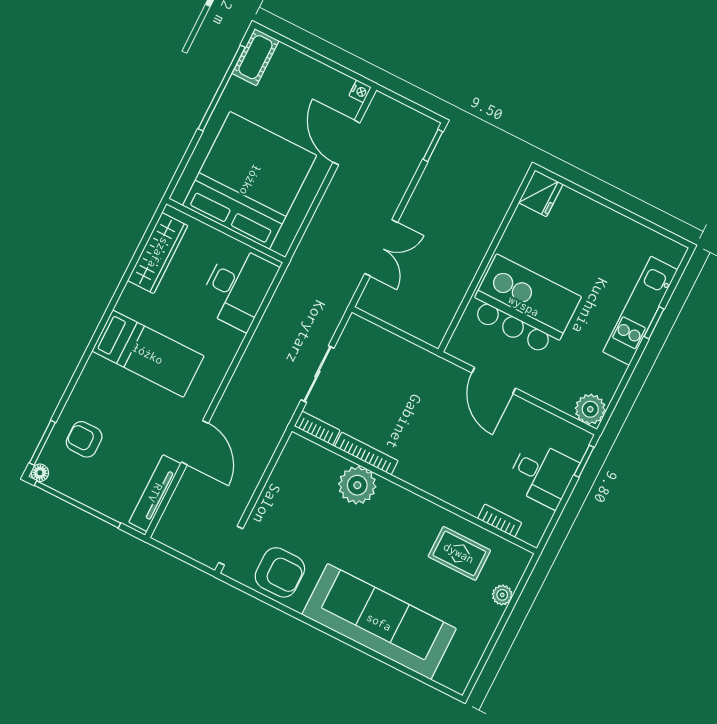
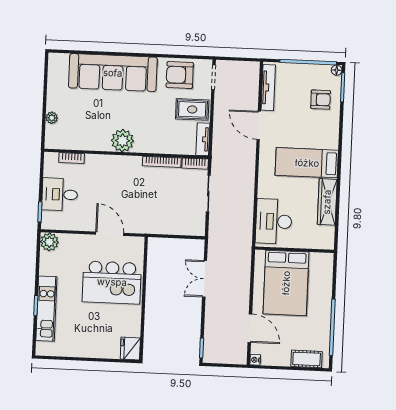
cot: (256, 57) -> (307, 359), moved, turned 90
bed: (250, 180) -> (286, 283), width x0.73
wardrobe: (158, 253) -> (327, 202), moved
tv unit: (289, 460) -> (203, 139), added
plant: (357, 485) -> (122, 141), moved
rug: (459, 553) -> (192, 109), moved

